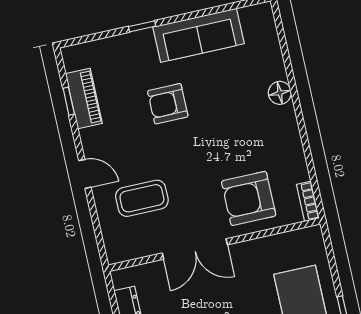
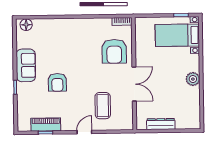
sofa: (199, 35) -> (26, 65), width x0.73
floor lamp: (280, 93) -> (26, 25), moved

